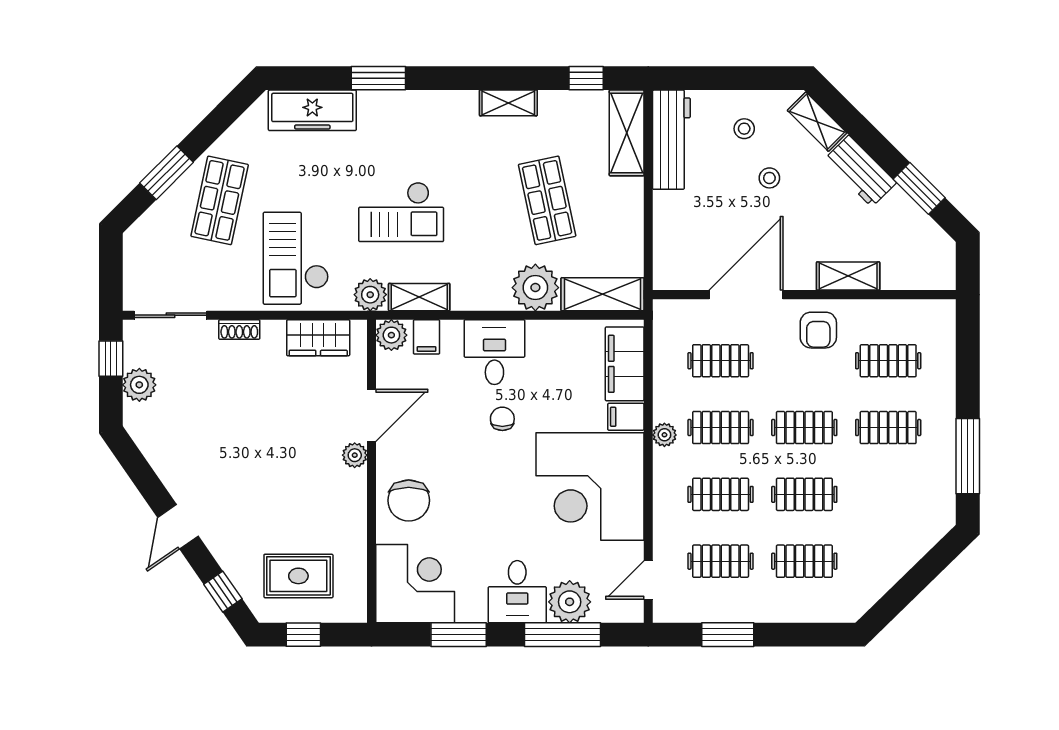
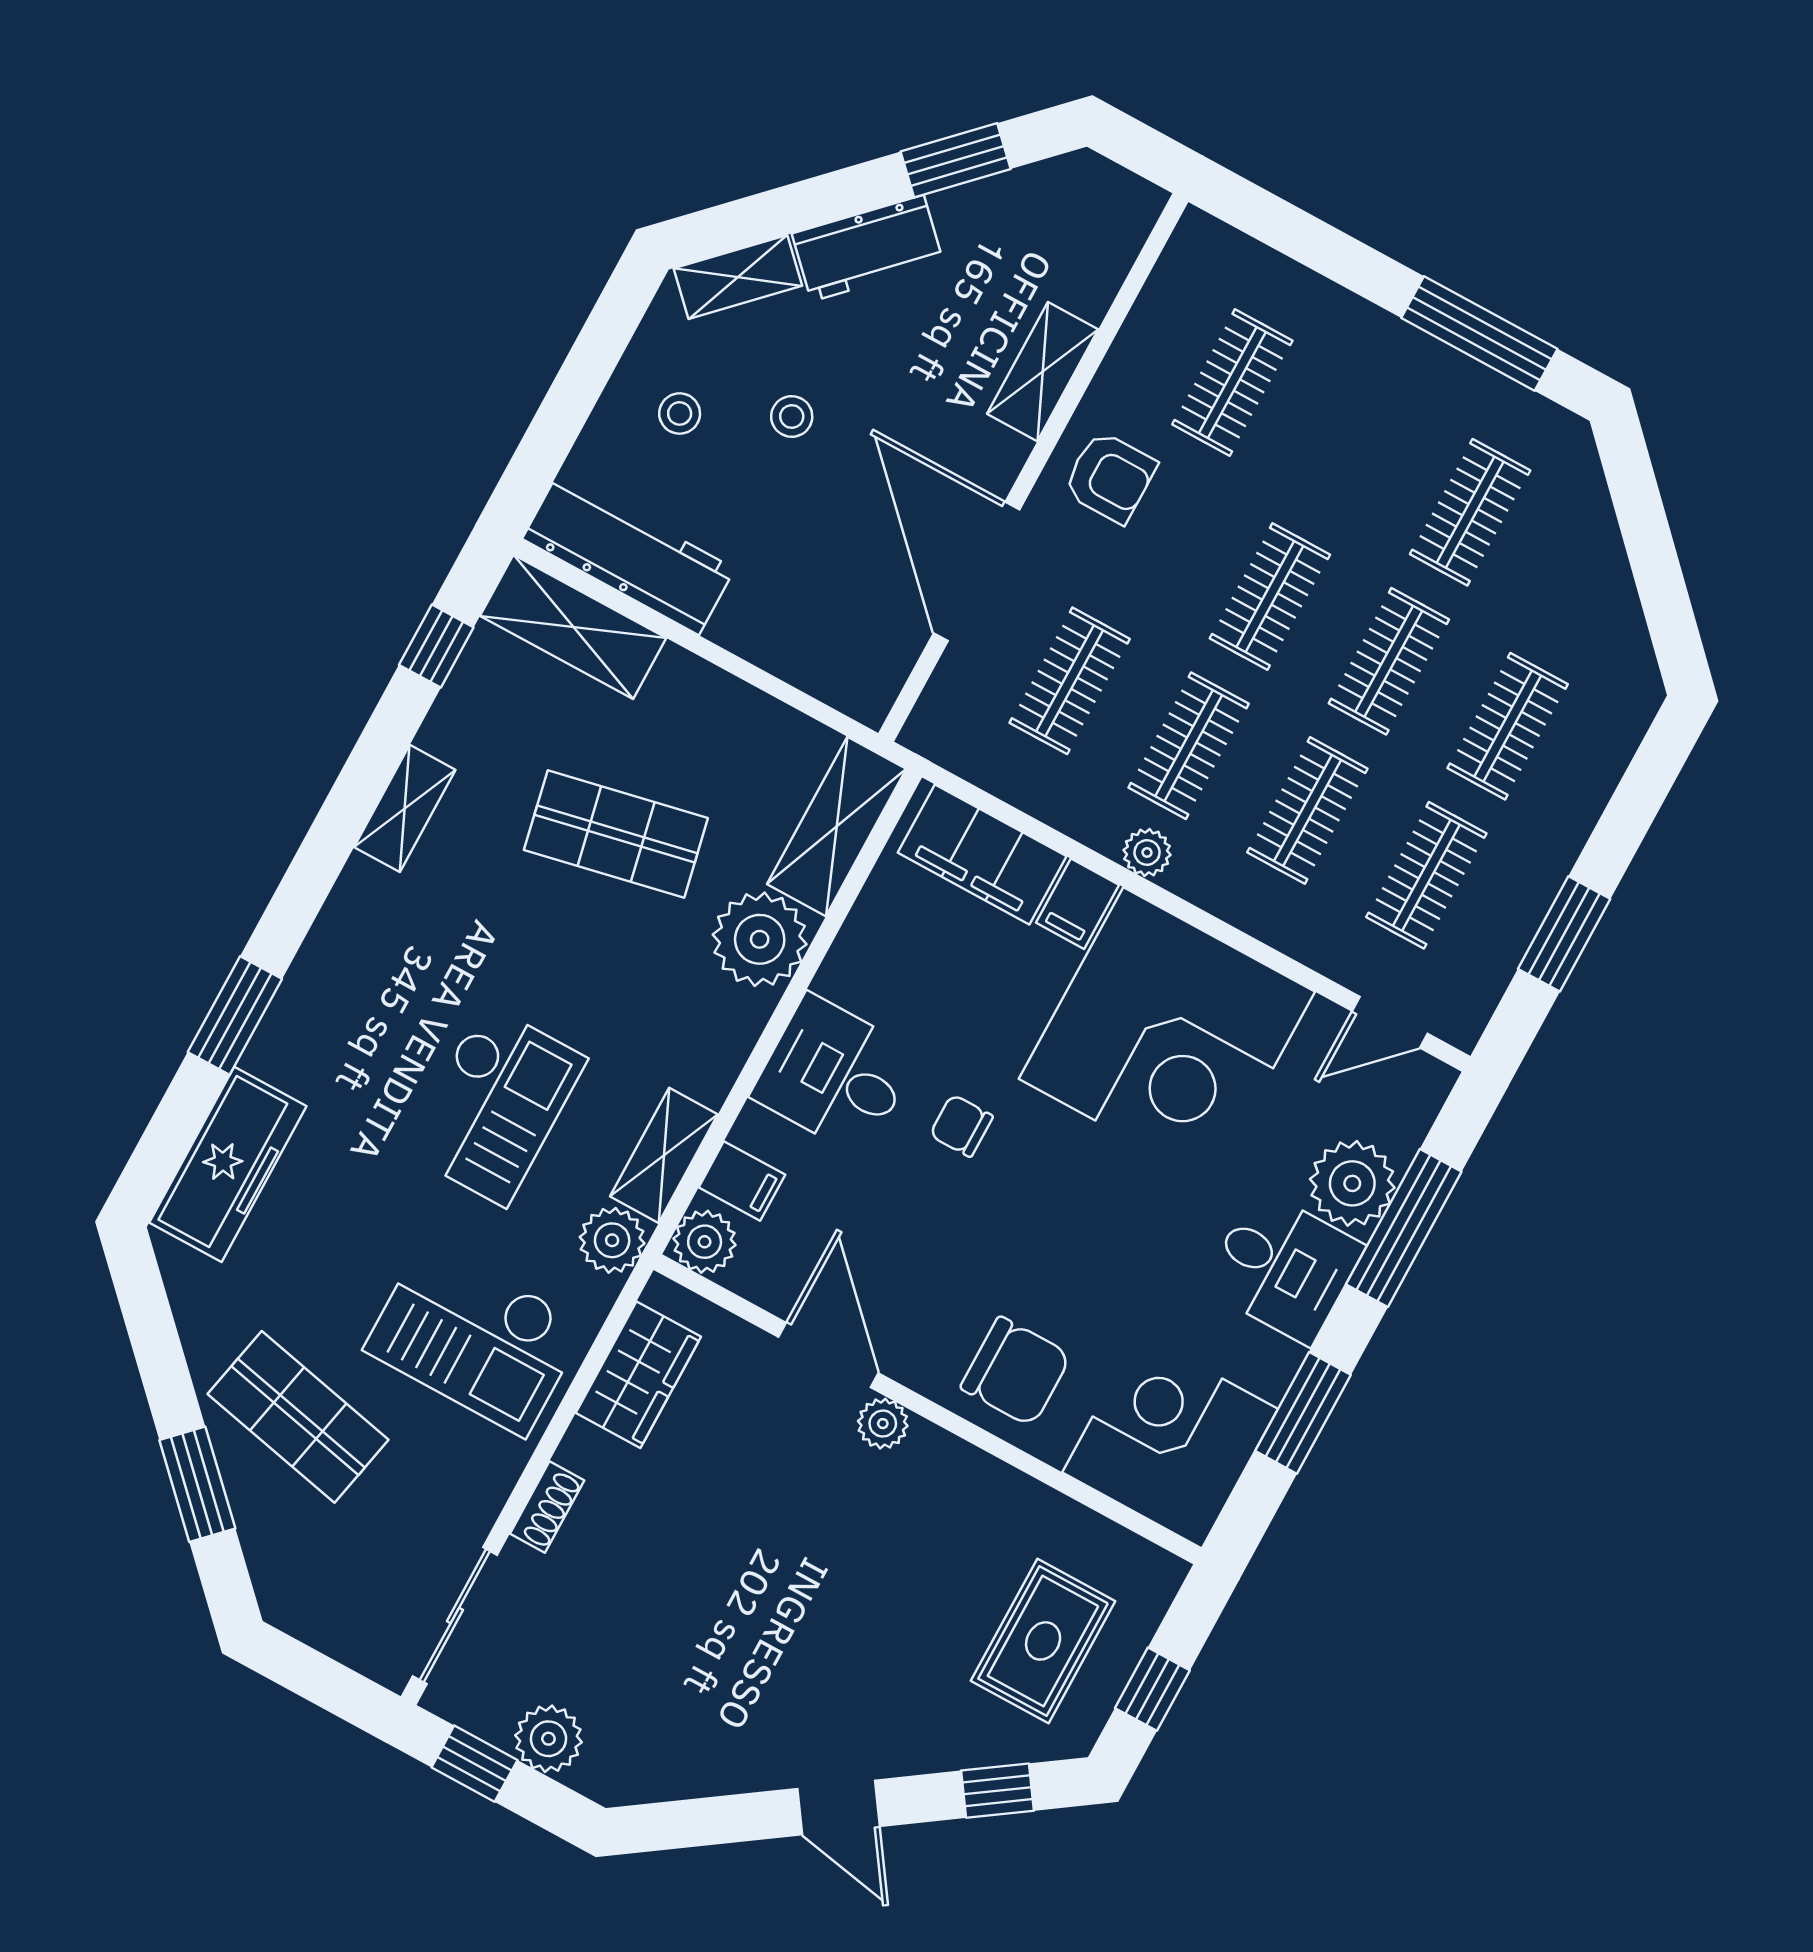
clothes rail: (888, 428) -> (1470, 512), moved
door: (648, 580) -> (1390, 1022), hinge flipped

